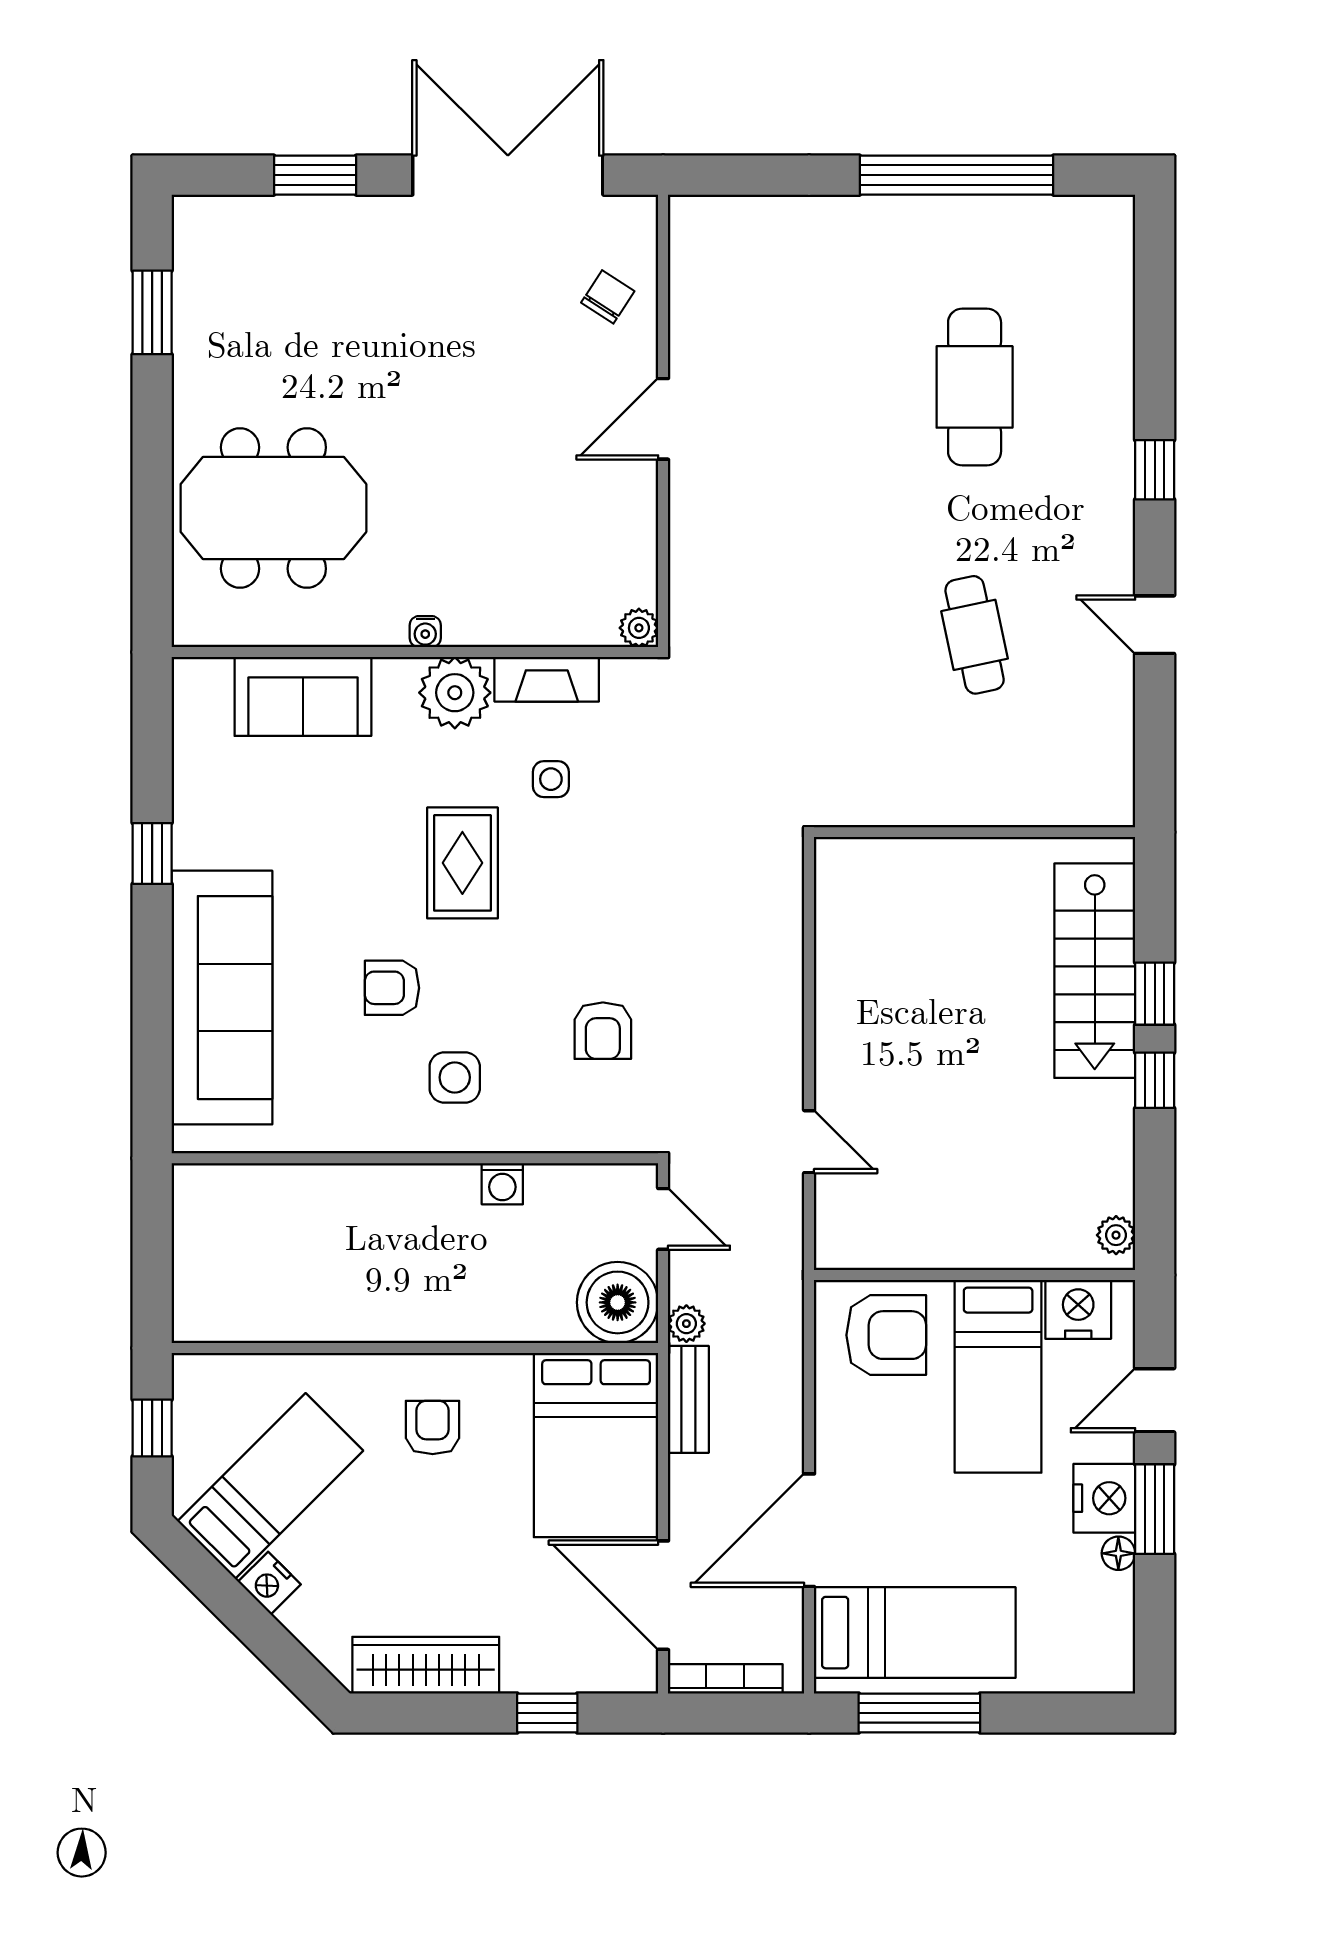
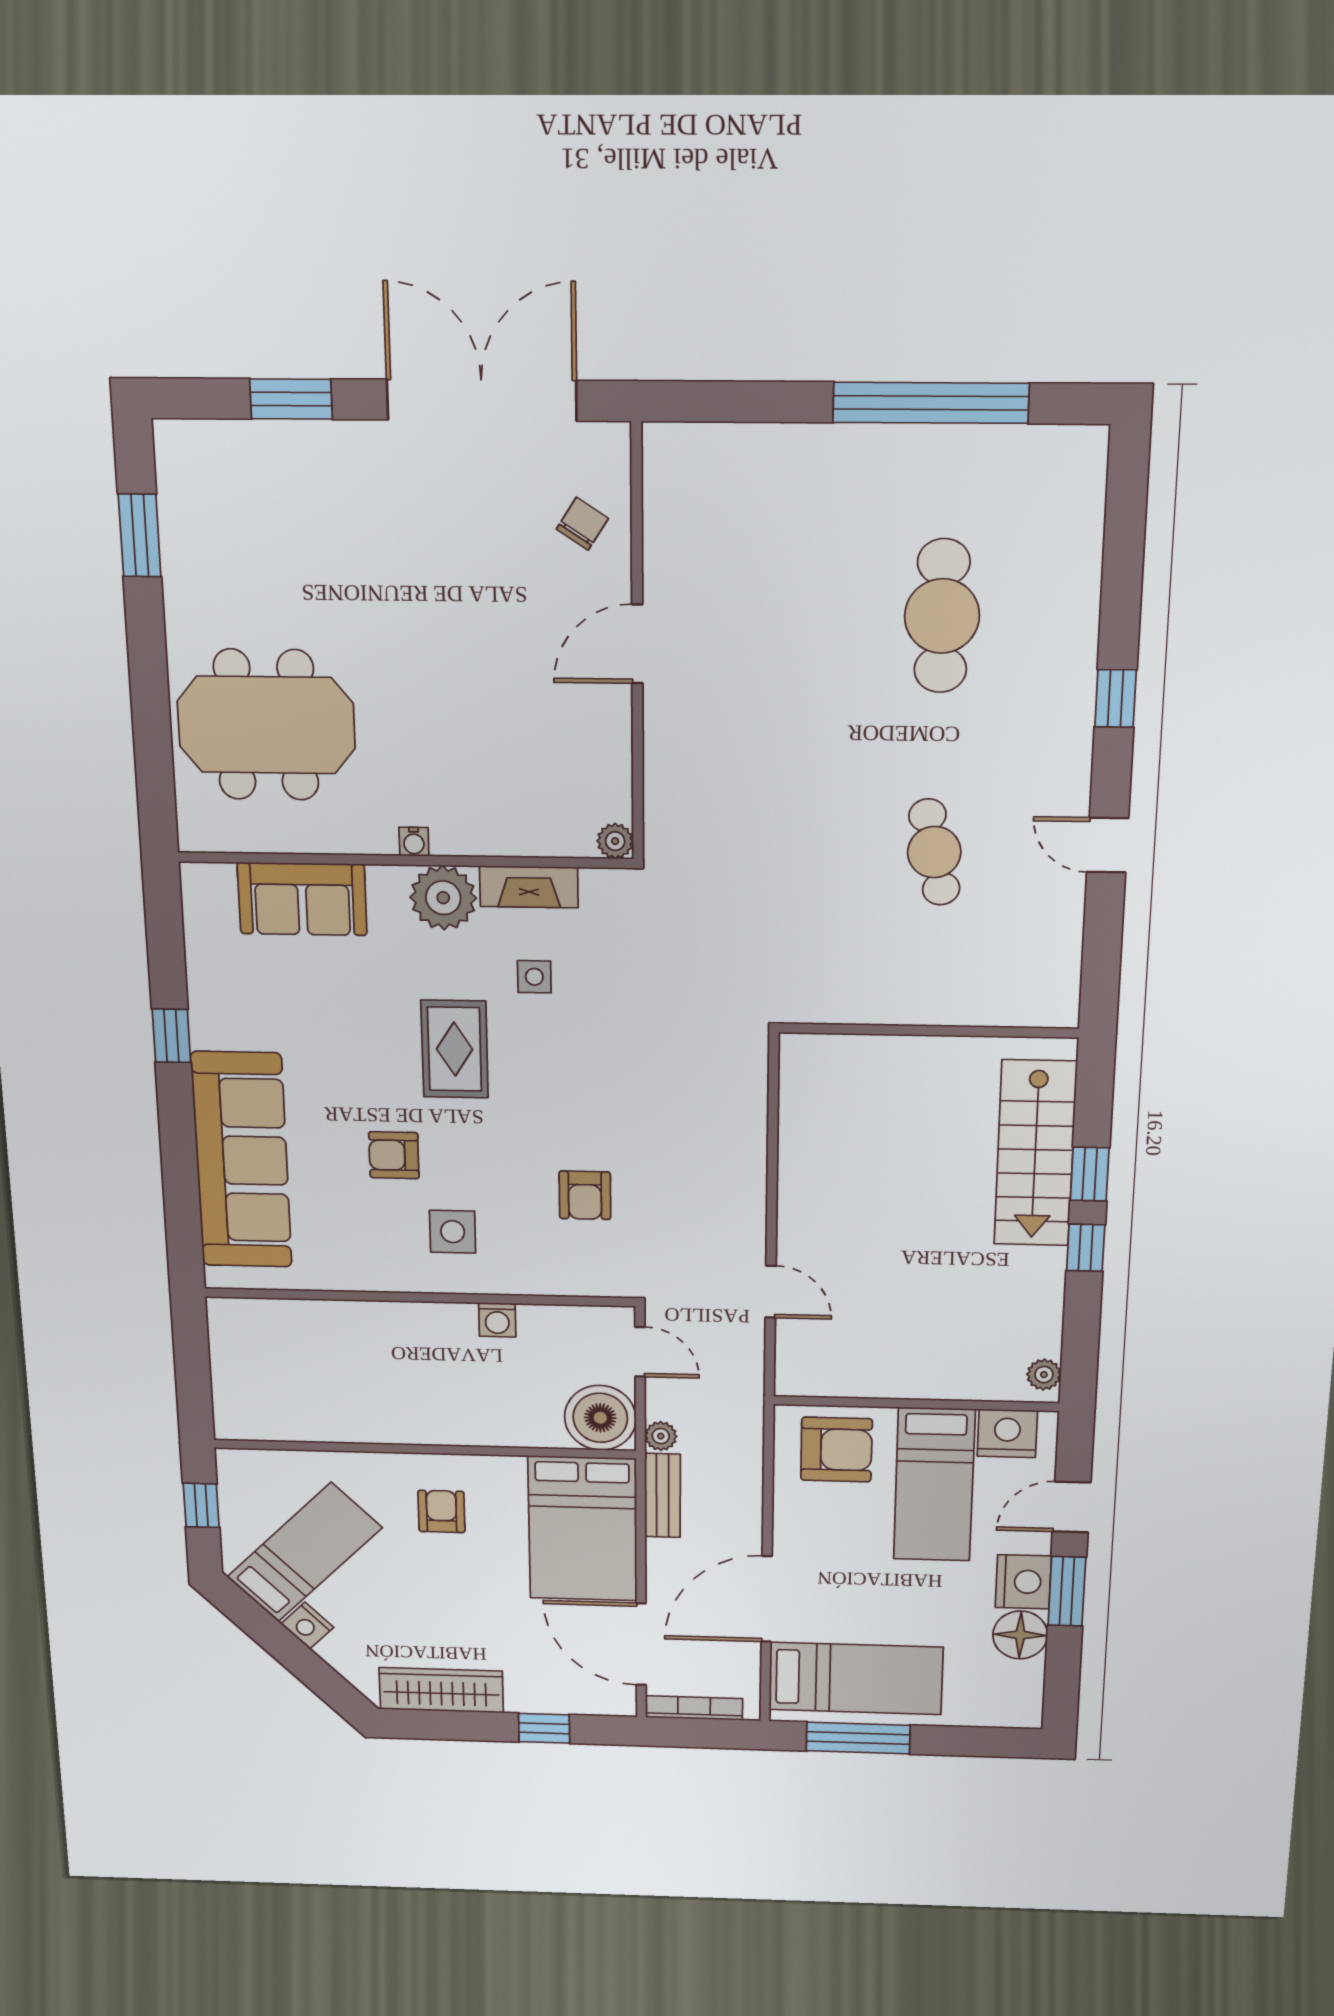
floor lamp: (1118, 1553) -> (1020, 1635), width x1.89, depth x1.89

